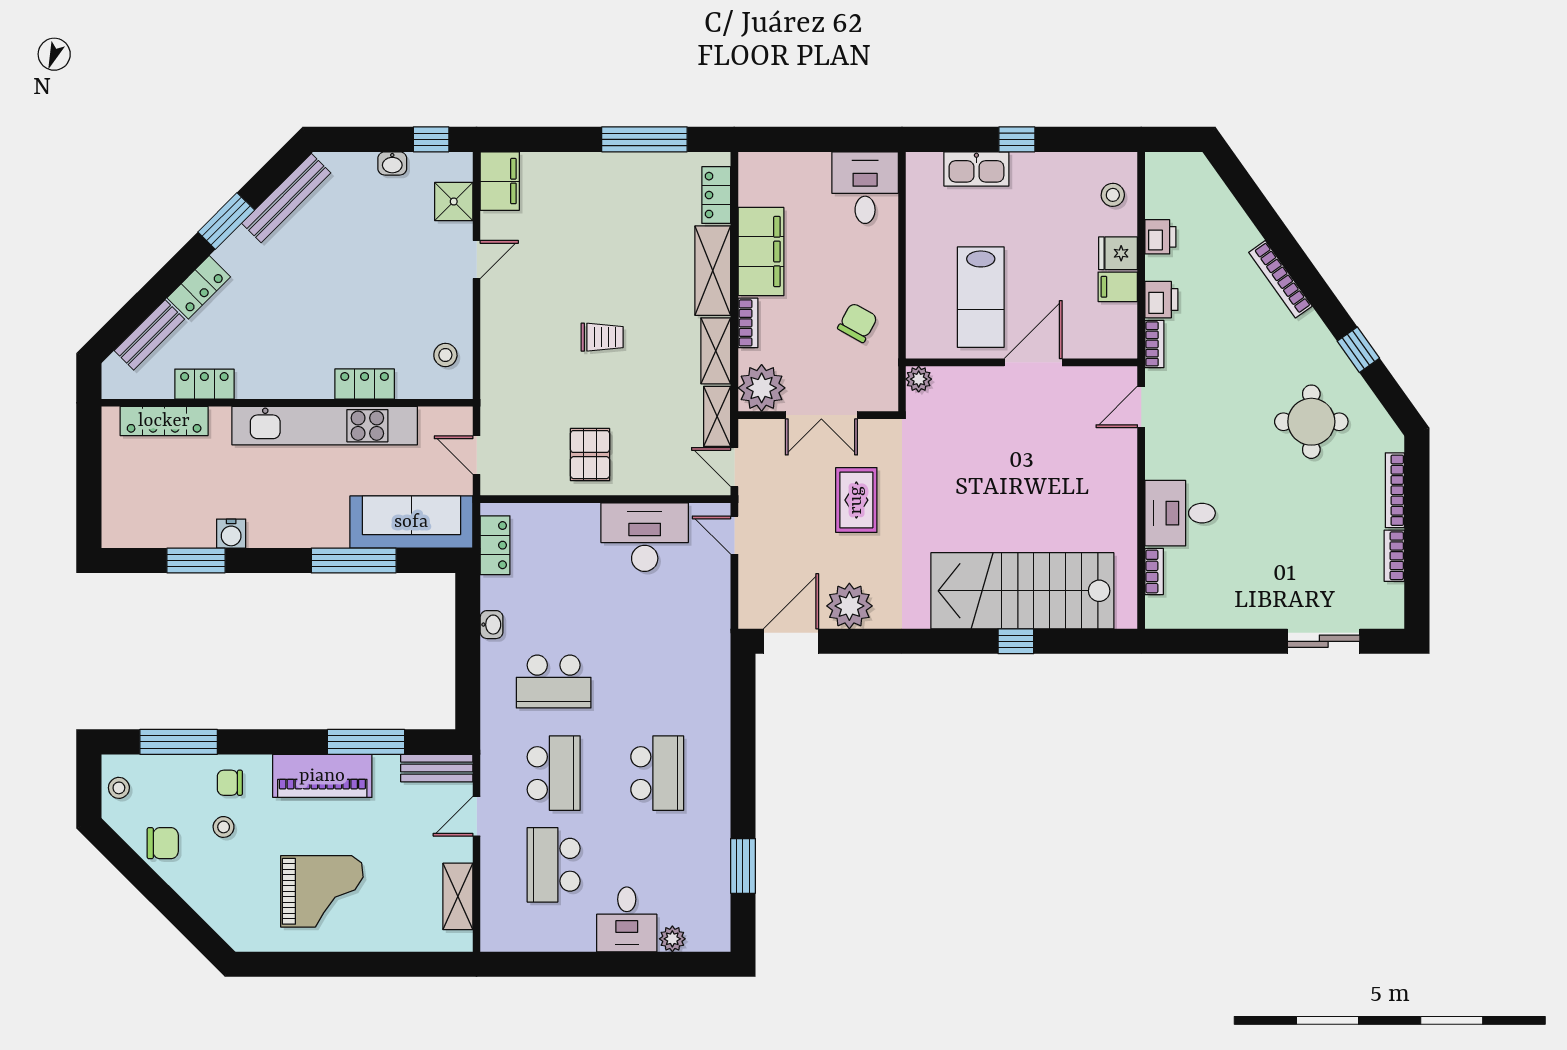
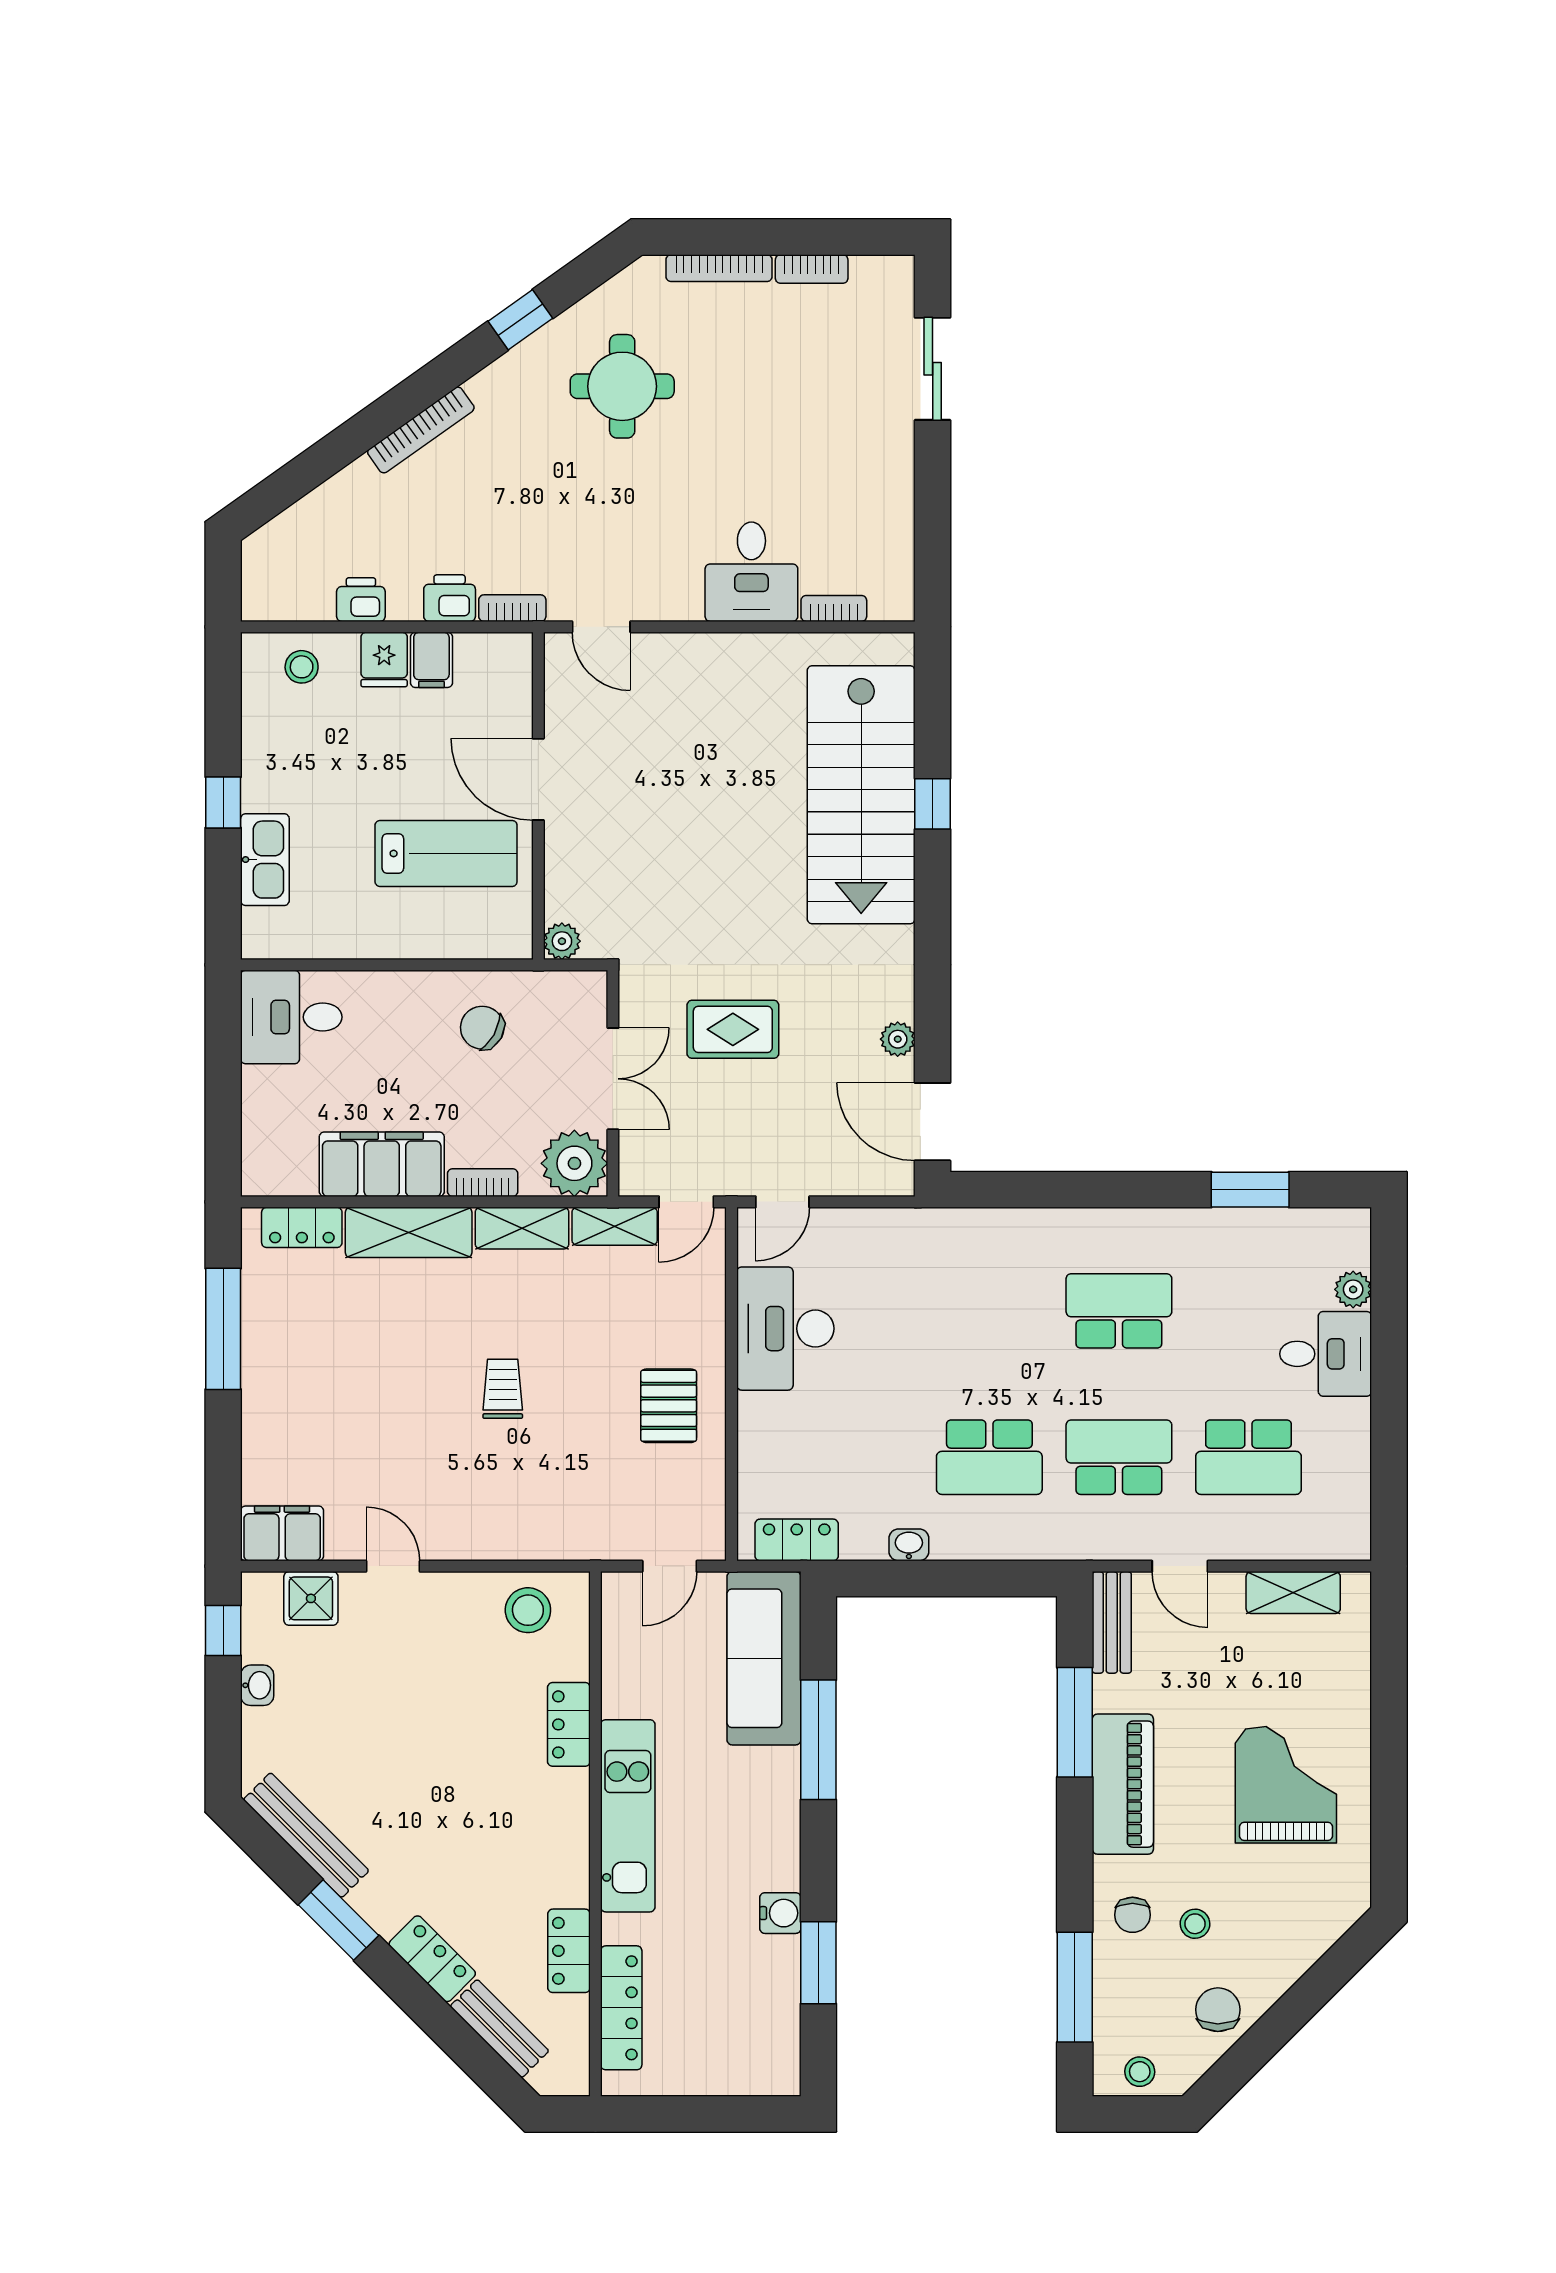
stool: (445, 355) -> (528, 1610), width x1.37, depth x1.37
kitchen unit: (325, 426) -> (628, 1816), width x0.73
pallet: (590, 455) -> (669, 1406), turned 90
plant: (849, 606) -> (898, 1039), width x0.53, depth x0.53
school desk: (554, 681) -> (989, 1457), turned 90

